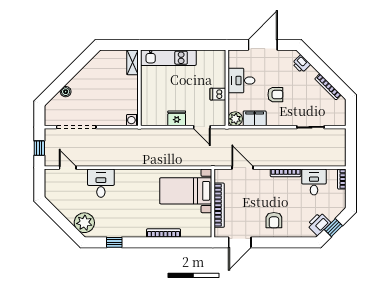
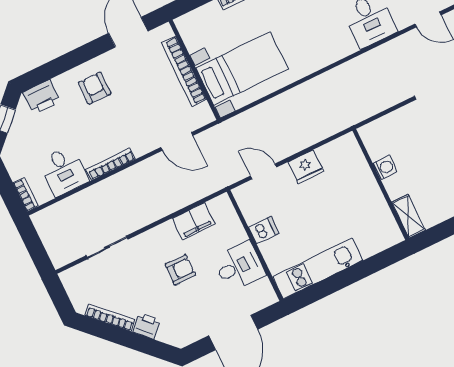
kitchen unit: (168, 58) -> (318, 269), moved
printer: (301, 64) -> (147, 326), moved
armchair: (275, 95) -> (180, 270), turned 180
plant: (235, 119) -> (221, 207), removed
washing machine: (132, 120) -> (385, 168), moved
printer: (319, 224) -> (42, 97), moved, turned 45

